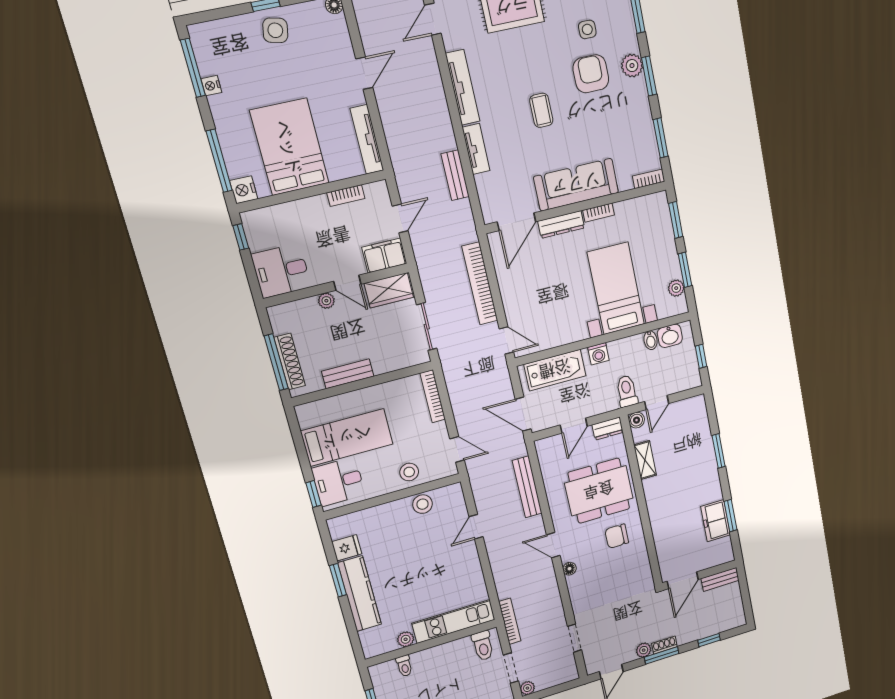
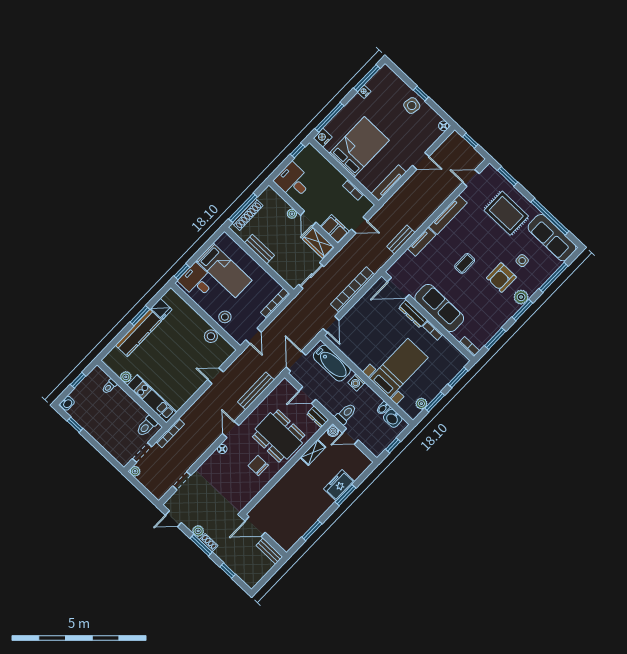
armchair: (591, 74) -> (501, 278), turned 180
freezer: (716, 521) -> (339, 485), moved

